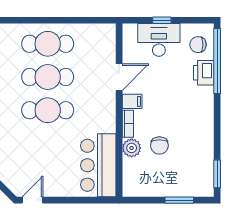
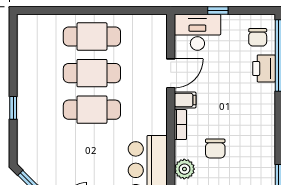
desk: (159, 40) -> (197, 32), moved
chair: (198, 45) -> (258, 37), turned -90
plant: (132, 148) -> (184, 169), moved

